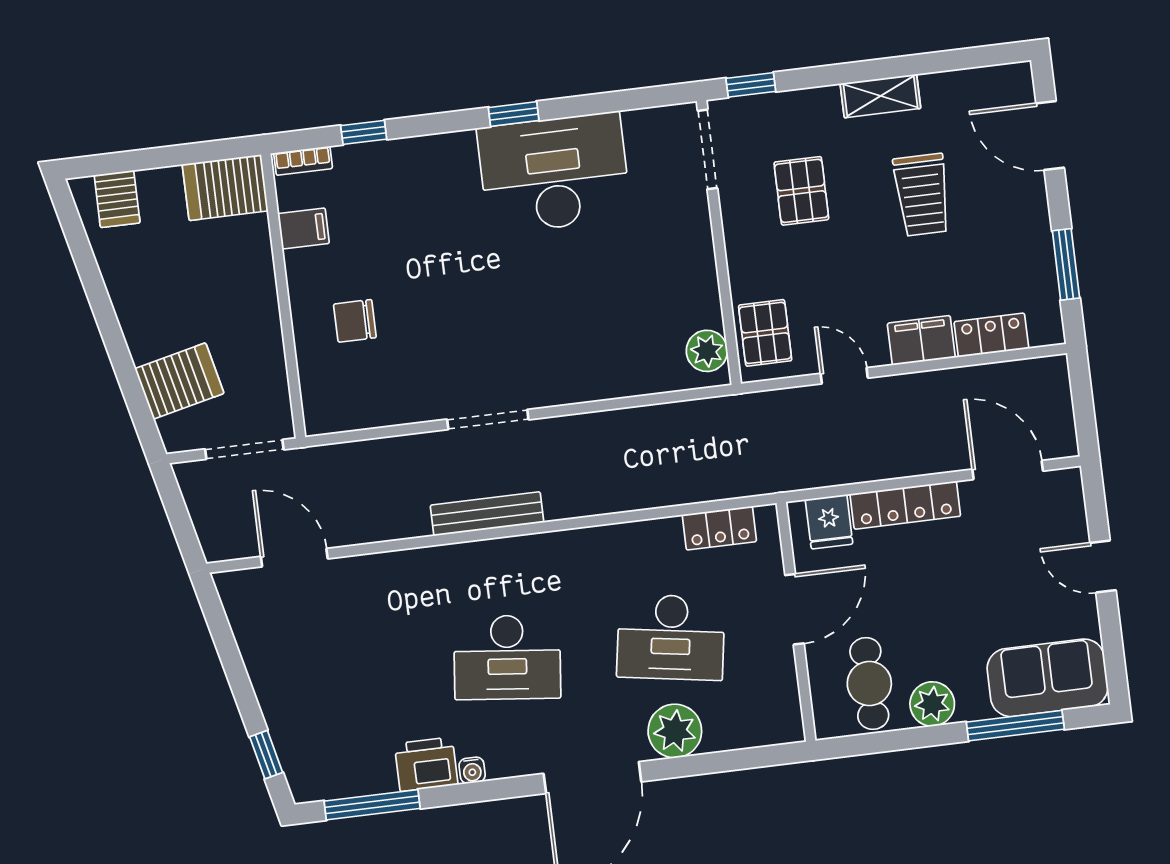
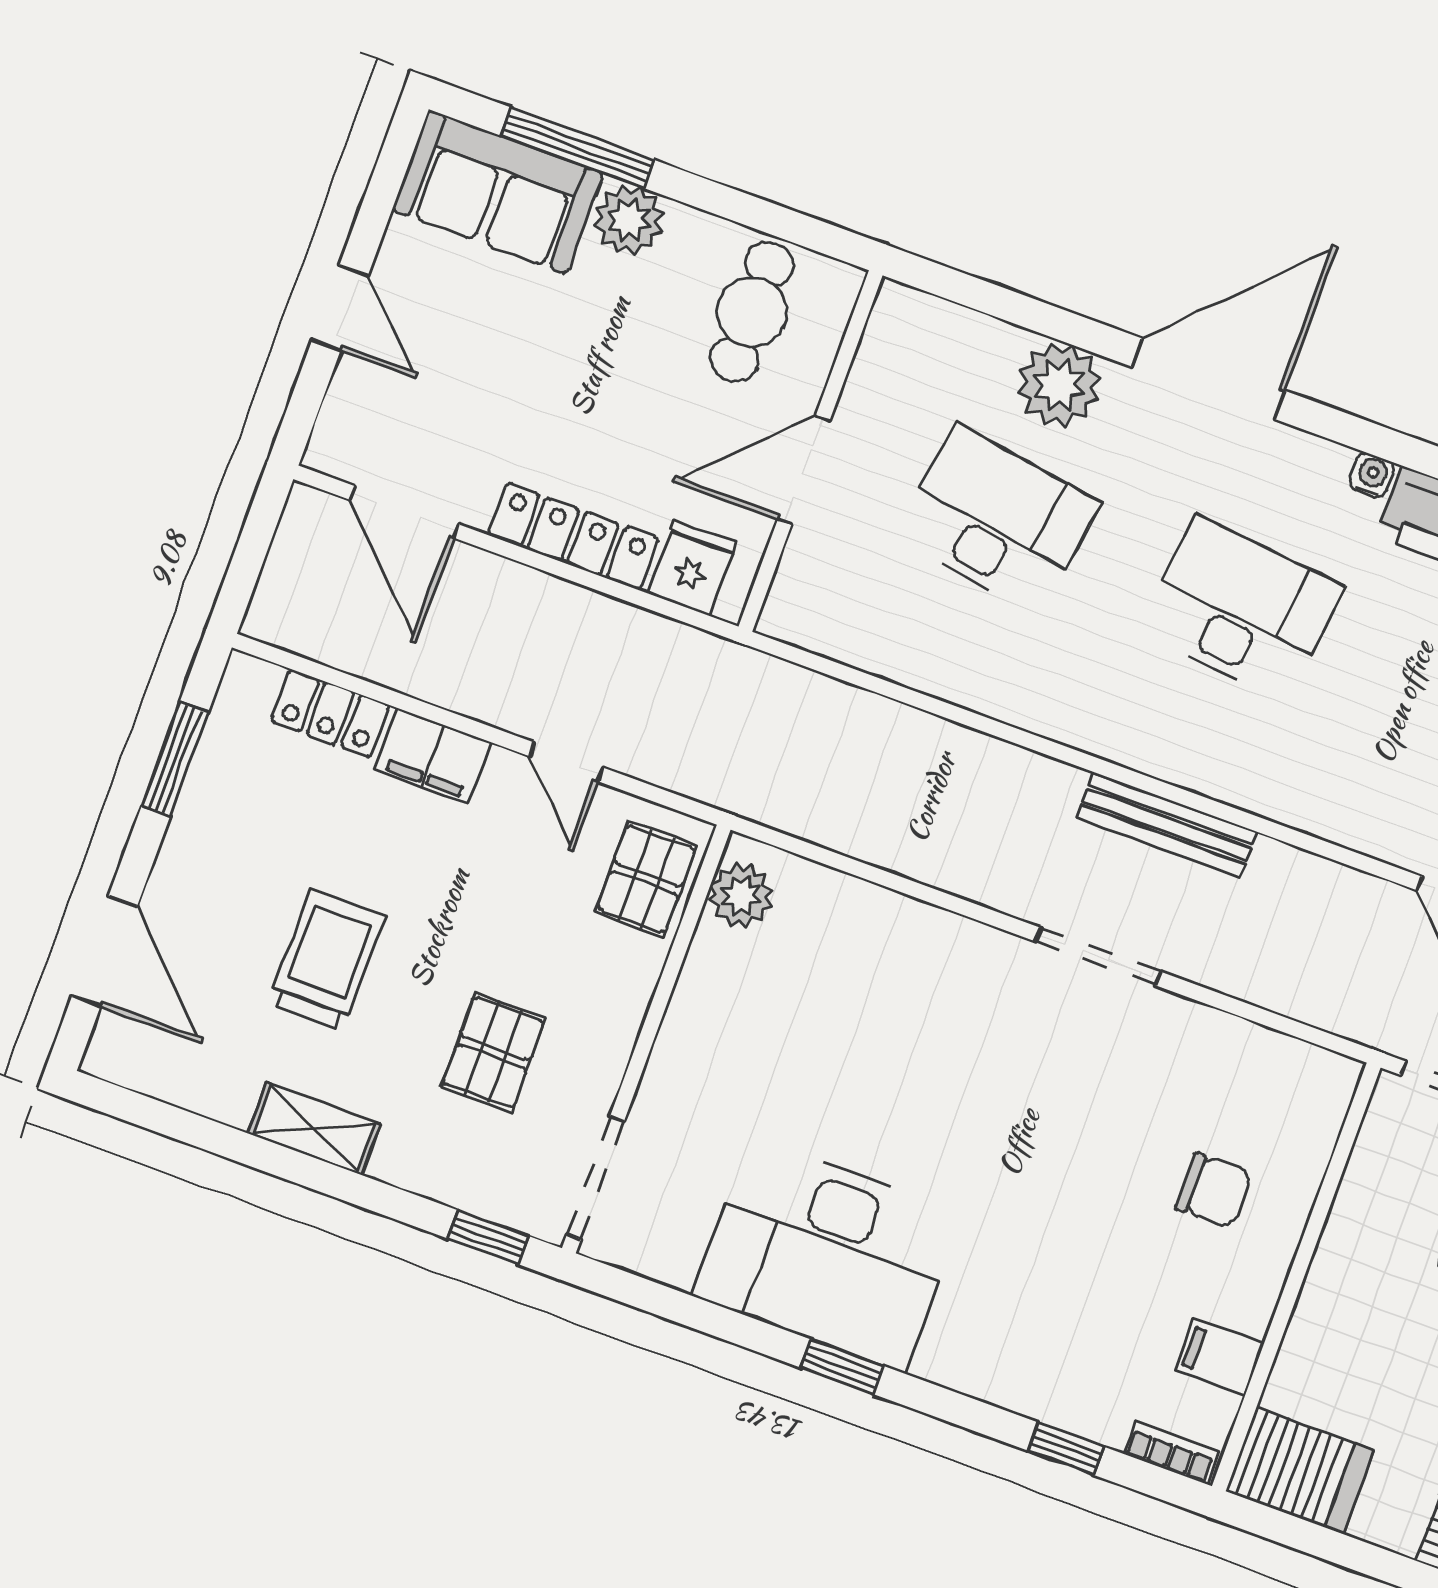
locker: (719, 528) -> (851, 638), removed
plant: (932, 704) -> (629, 220), moved

